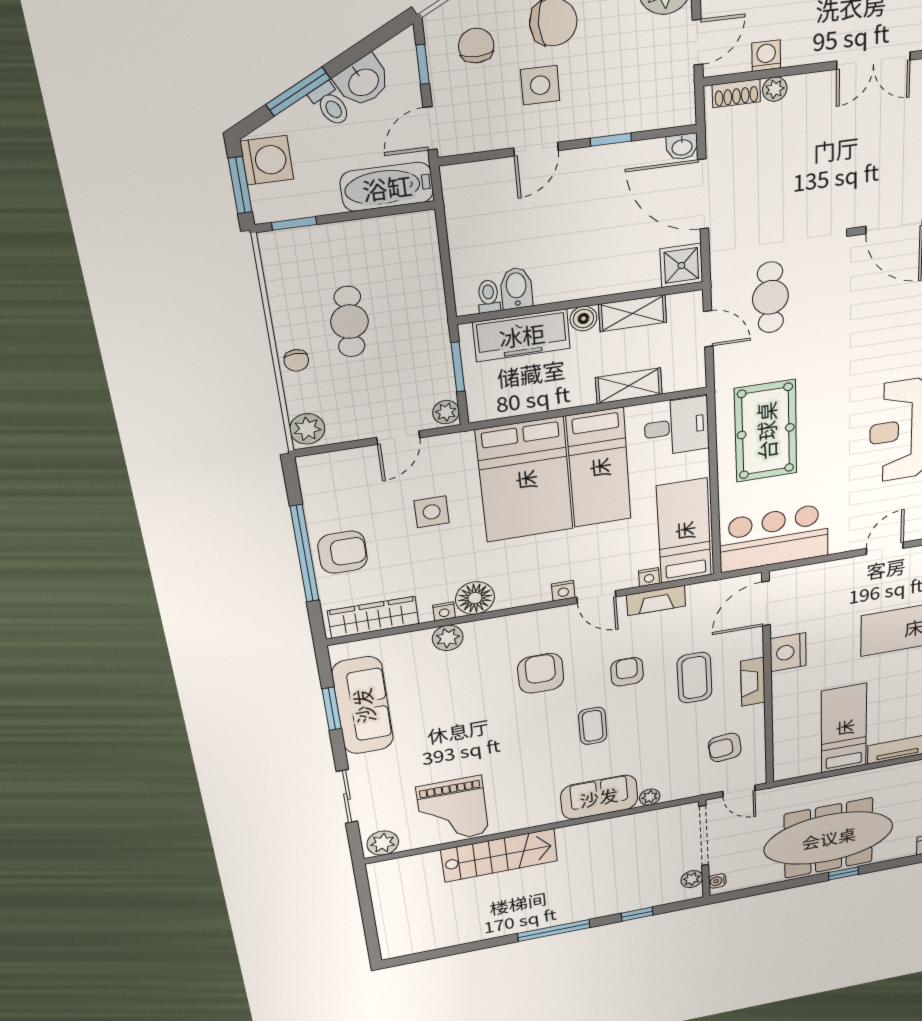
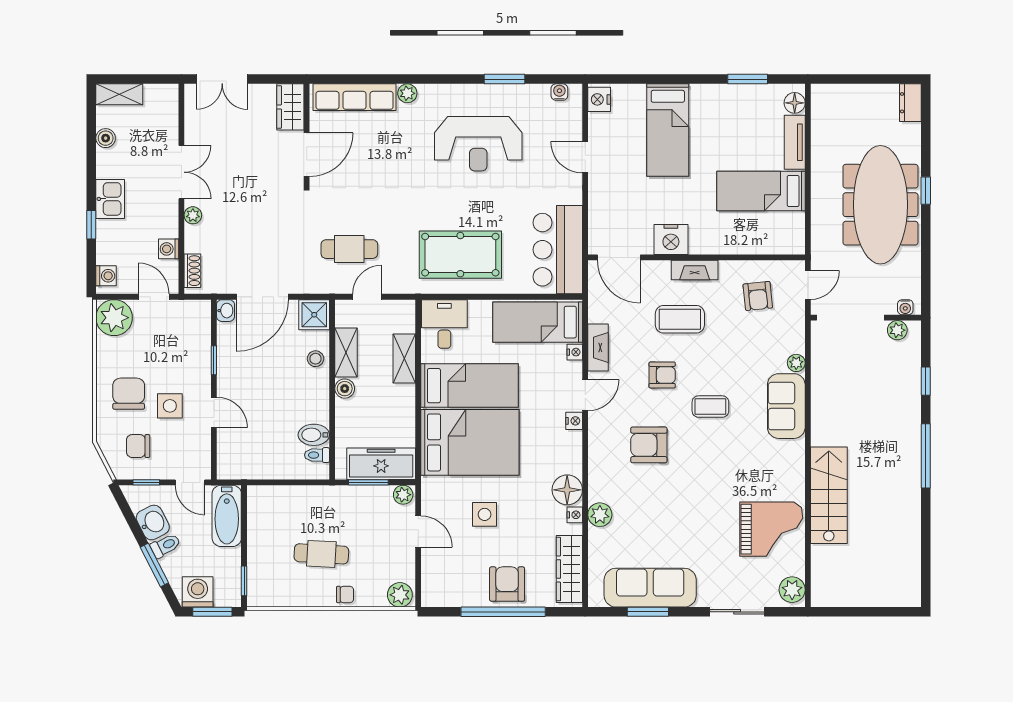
plant: (775, 89) -> (193, 215), moved
stool: (622, 276) -> (316, 359), added
freezer: (522, 335) -> (381, 464), moved, turned -90
armchair: (627, 672) -> (662, 375), turned 180

